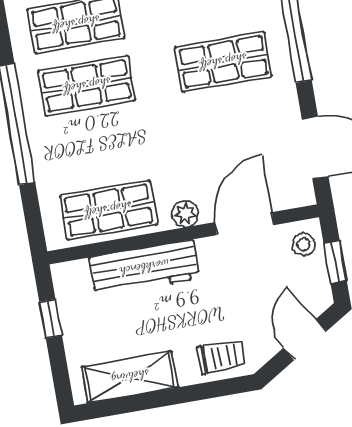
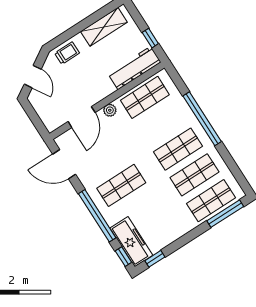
stool: (304, 244) -> (51, 119), removed
window: (335, 262) -> (34, 117), removed
workbench: (144, 268) -> (134, 68), moved
trolley: (221, 357) -> (67, 53), turned 180

